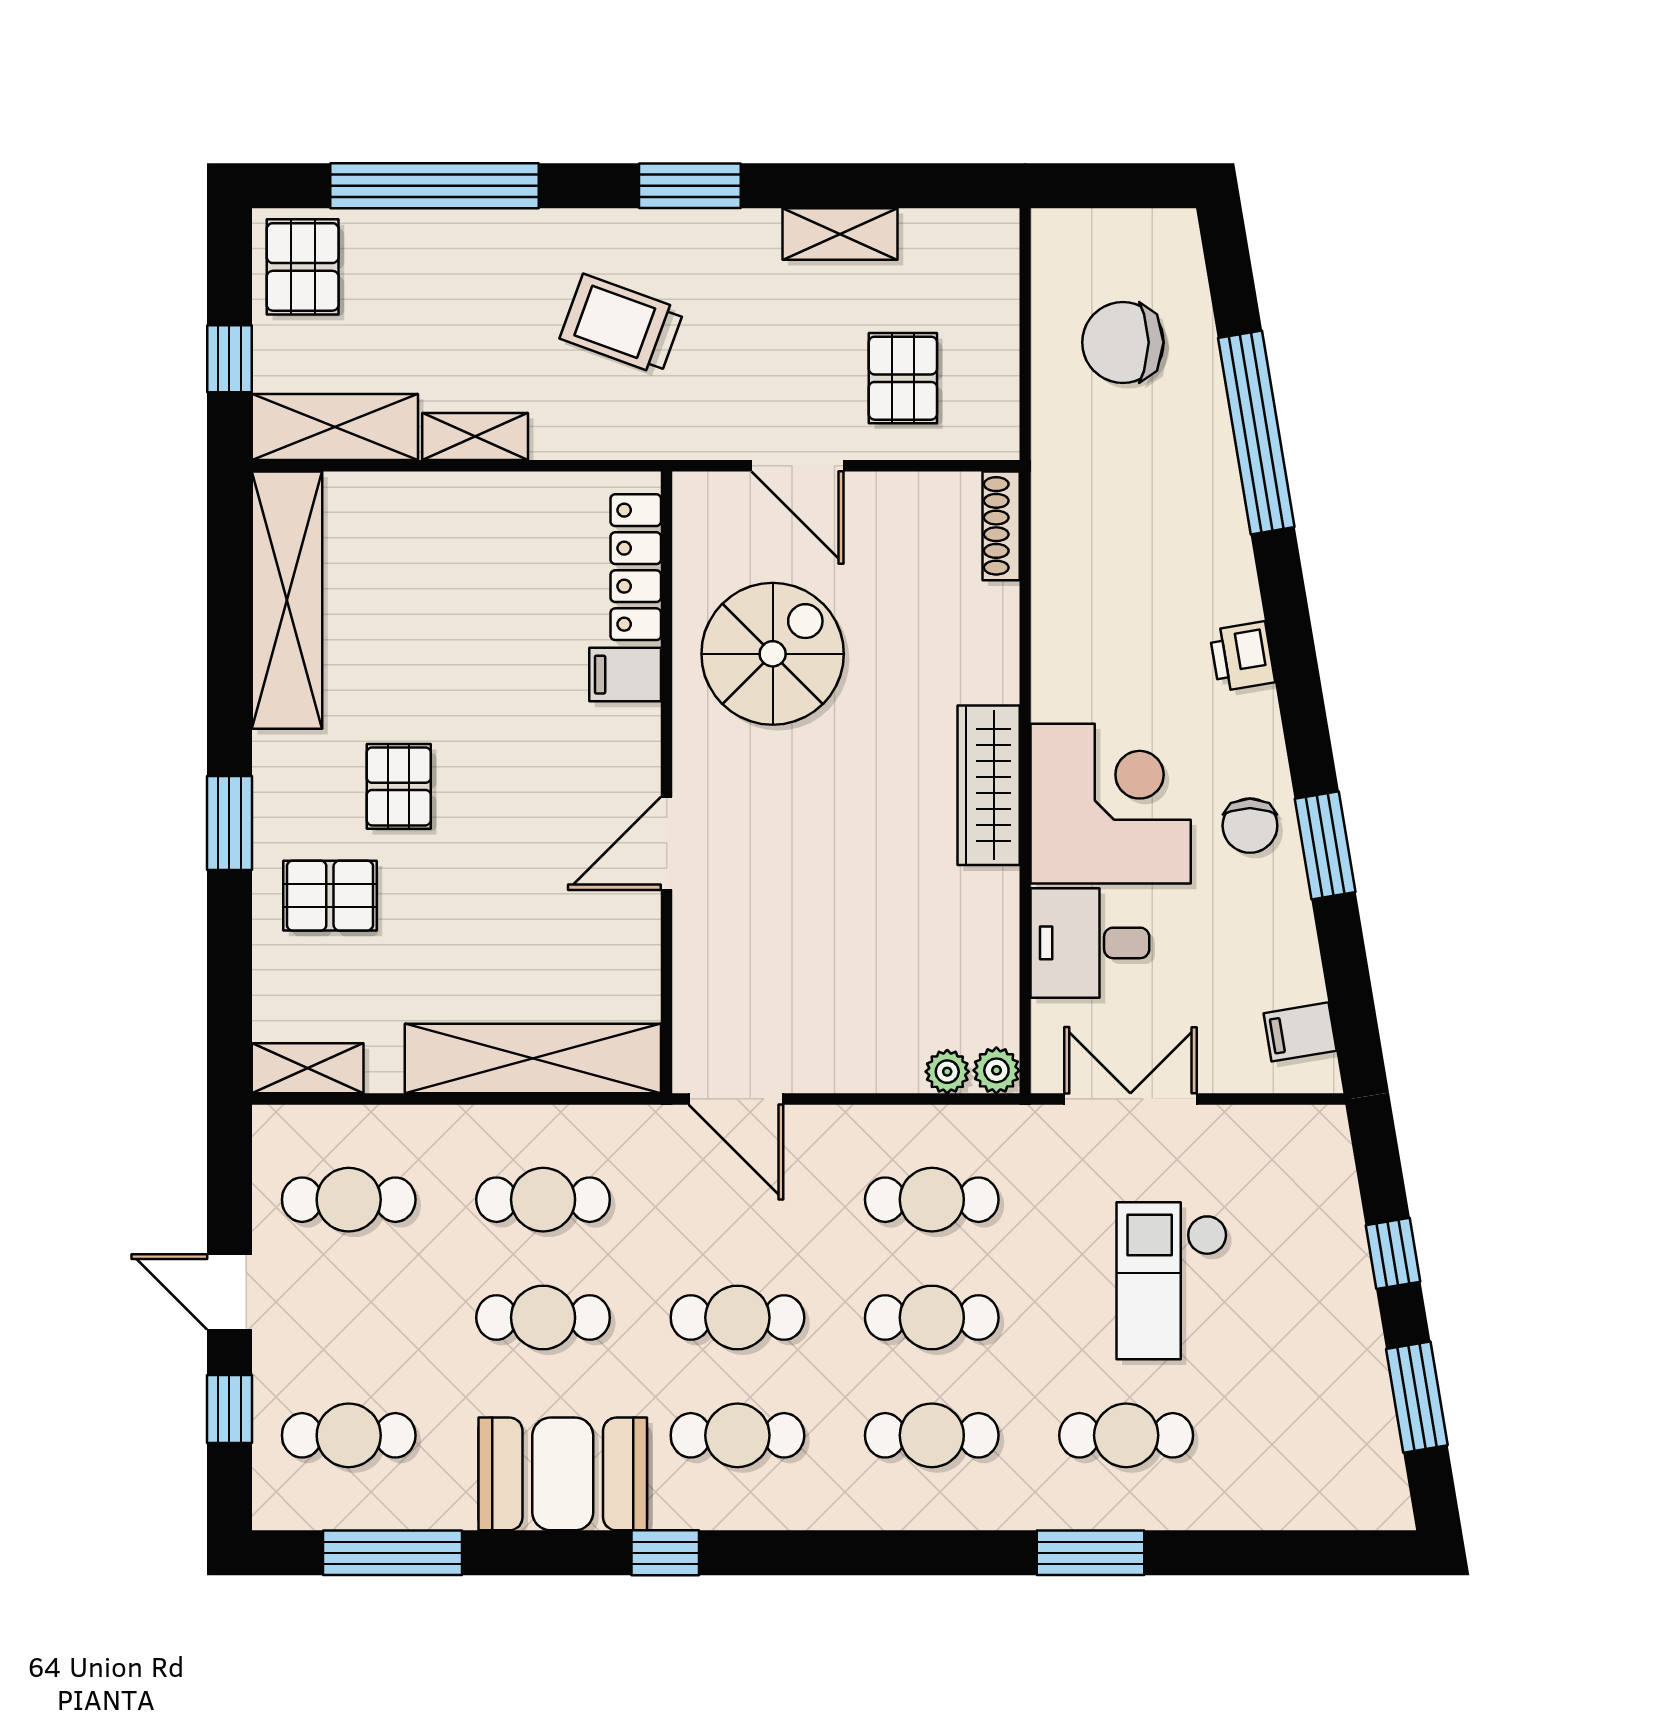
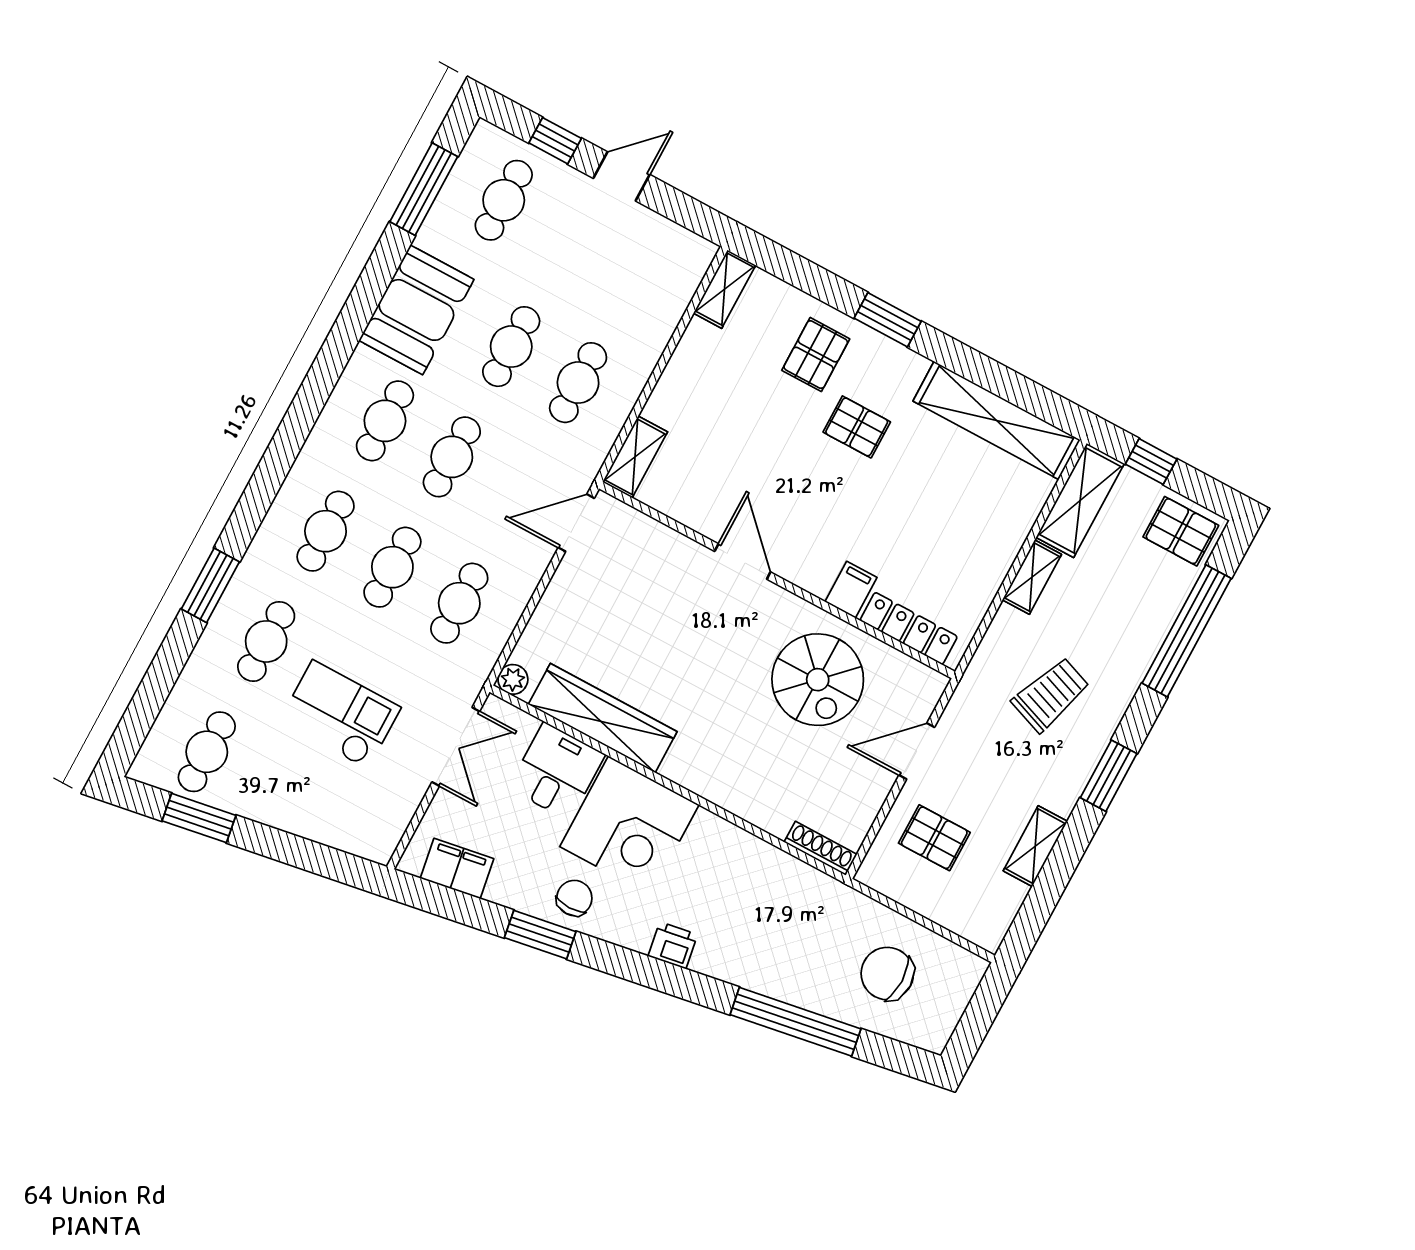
chair: (1123, 342) -> (887, 974), turned -90
wardrobe: (989, 785) -> (603, 718), moved, width x1.40, depth x1.17
chair: (1250, 826) -> (574, 898), turned 90
filing cabinet: (1300, 1032) -> (457, 869), width x2.00
shelving: (533, 1058) -> (635, 457), width x0.45, depth x0.75
plant: (947, 1072) -> (527, 651), removed
cafe table: (349, 1200) -> (207, 752), moved
window: (1393, 1253) -> (288, 848), removed
window: (665, 1553) -> (340, 344), removed

